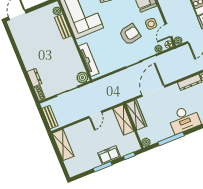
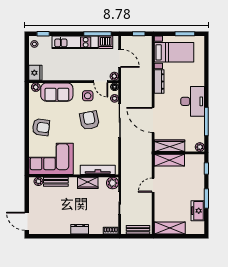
wardrobe: (74, 55) -> (88, 183), added
dresser: (34, 78) -> (80, 229), moved
door: (95, 115) -> (153, 185), swing flipped
freezer: (109, 155) -> (198, 211), moved

